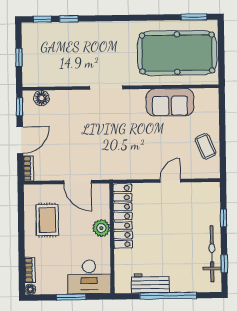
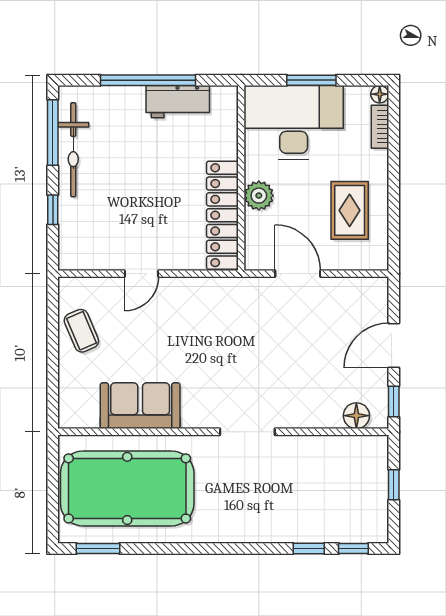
bookcase: (28, 168) -> (380, 298), removed
window: (224, 264) -> (53, 133), width x2.17
desk: (89, 277) -> (294, 122), width x1.36, depth x1.30

